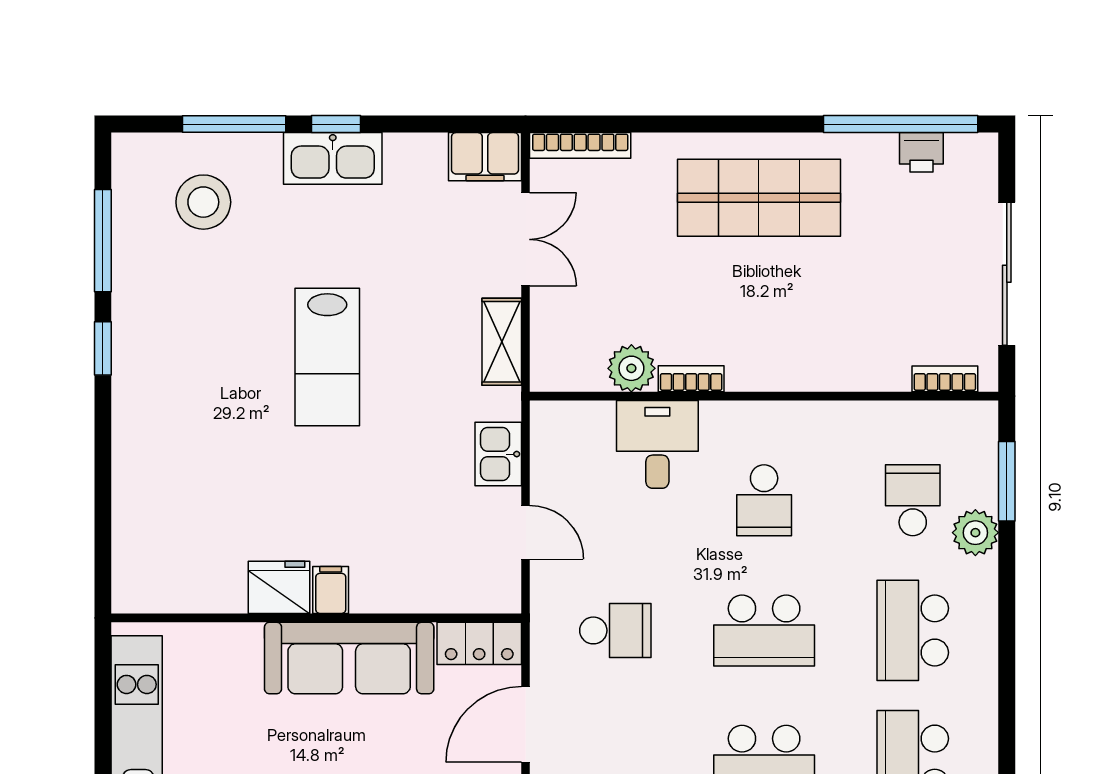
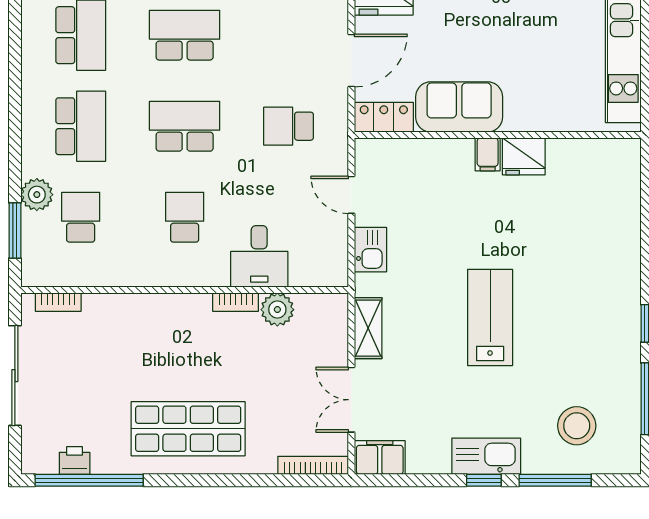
school desk: (913, 500) -> (81, 217), turned 180
sofa: (349, 658) -> (459, 107), width x0.73

